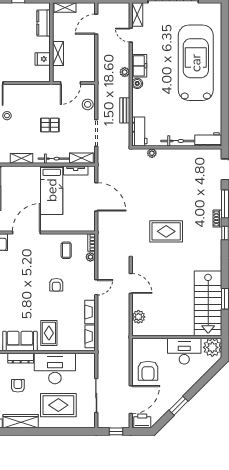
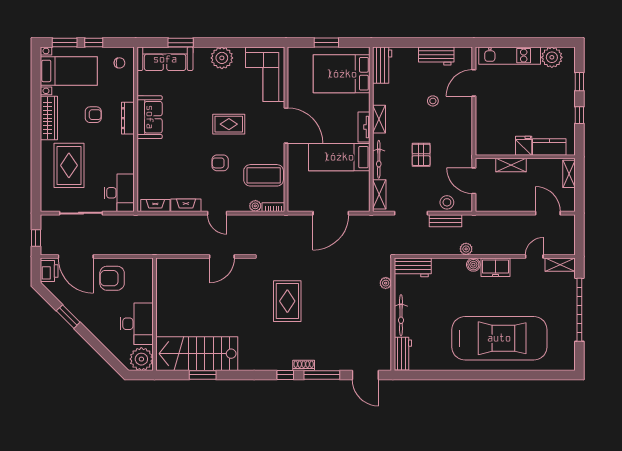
fridge: (43, 59) -> (524, 146), moved
plant: (125, 72) -> (466, 249), moved
bench: (125, 110) -> (446, 221), moved
tv unit: (76, 170) -> (364, 127), moved
coffee table: (66, 250) -> (264, 175), width x1.86, depth x1.72
plant: (138, 317) -> (180, 266), removed
rug: (49, 333) -> (229, 124), moved
desk: (55, 369) -> (119, 193), moved, width x0.73, depth x0.77

